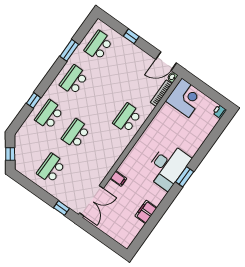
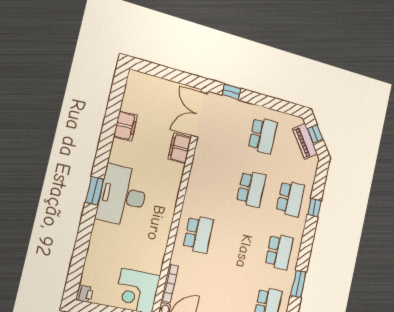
piano: (20, 151) -> (305, 142), added
filing cabinet: (118, 179) -> (180, 148), width x2.00

